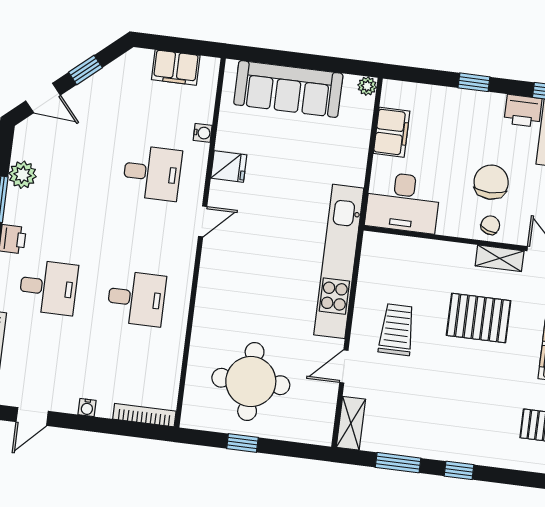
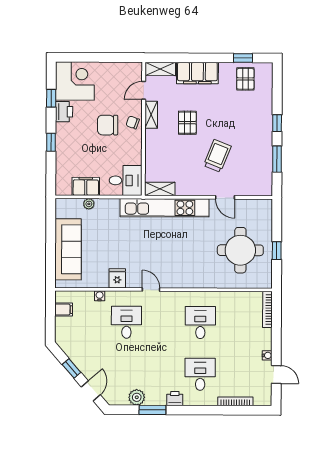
filing cabinet: (176, 68) -> (64, 310), width x0.50
plant: (367, 86) -> (89, 204), moved
desk: (403, 202) -> (126, 180), width x0.73
pallet: (479, 318) -> (187, 123), width x0.67, depth x0.71
trolley: (397, 330) -> (217, 156), moved, turned 112
water cooler: (87, 408) -> (267, 355), moved
shelving: (351, 423) -> (160, 189), moved

